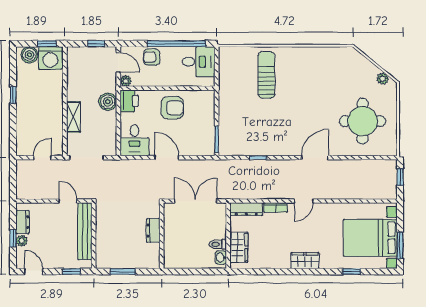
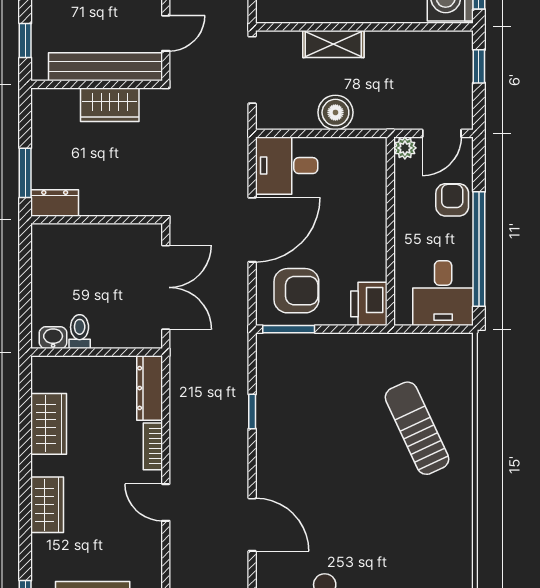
window: (96, 44) -> (479, 66), moved
sun lounger: (266, 75) -> (417, 428), turned -115
printer: (129, 101) -> (369, 304), moved, turned 90
boiler: (108, 102) -> (335, 112), moved
armchair: (172, 108) -> (296, 291), moved, turned -90
door: (167, 158) -> (252, 230), width x1.36
wardrobe: (104, 229) -> (110, 105), added
dresser: (153, 231) -> (55, 203), moved
wardrobe: (239, 247) -> (49, 424), moved, turned -90
window: (123, 272) -> (25, 173), moved

